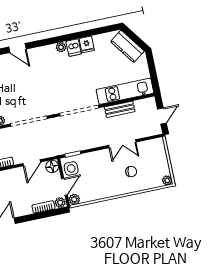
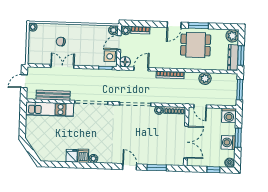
kitchen counter: (127, 46) -> (38, 146), removed
bench: (120, 109) -> (53, 95), width x1.36

